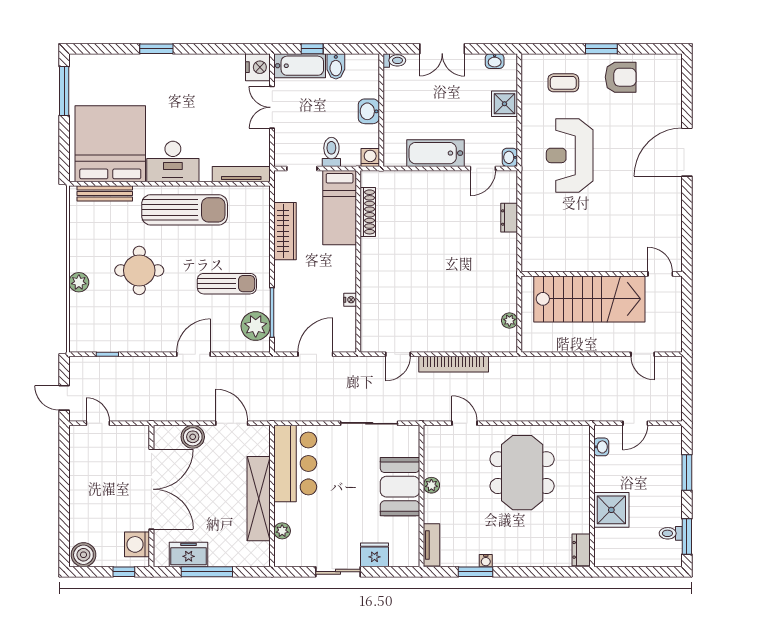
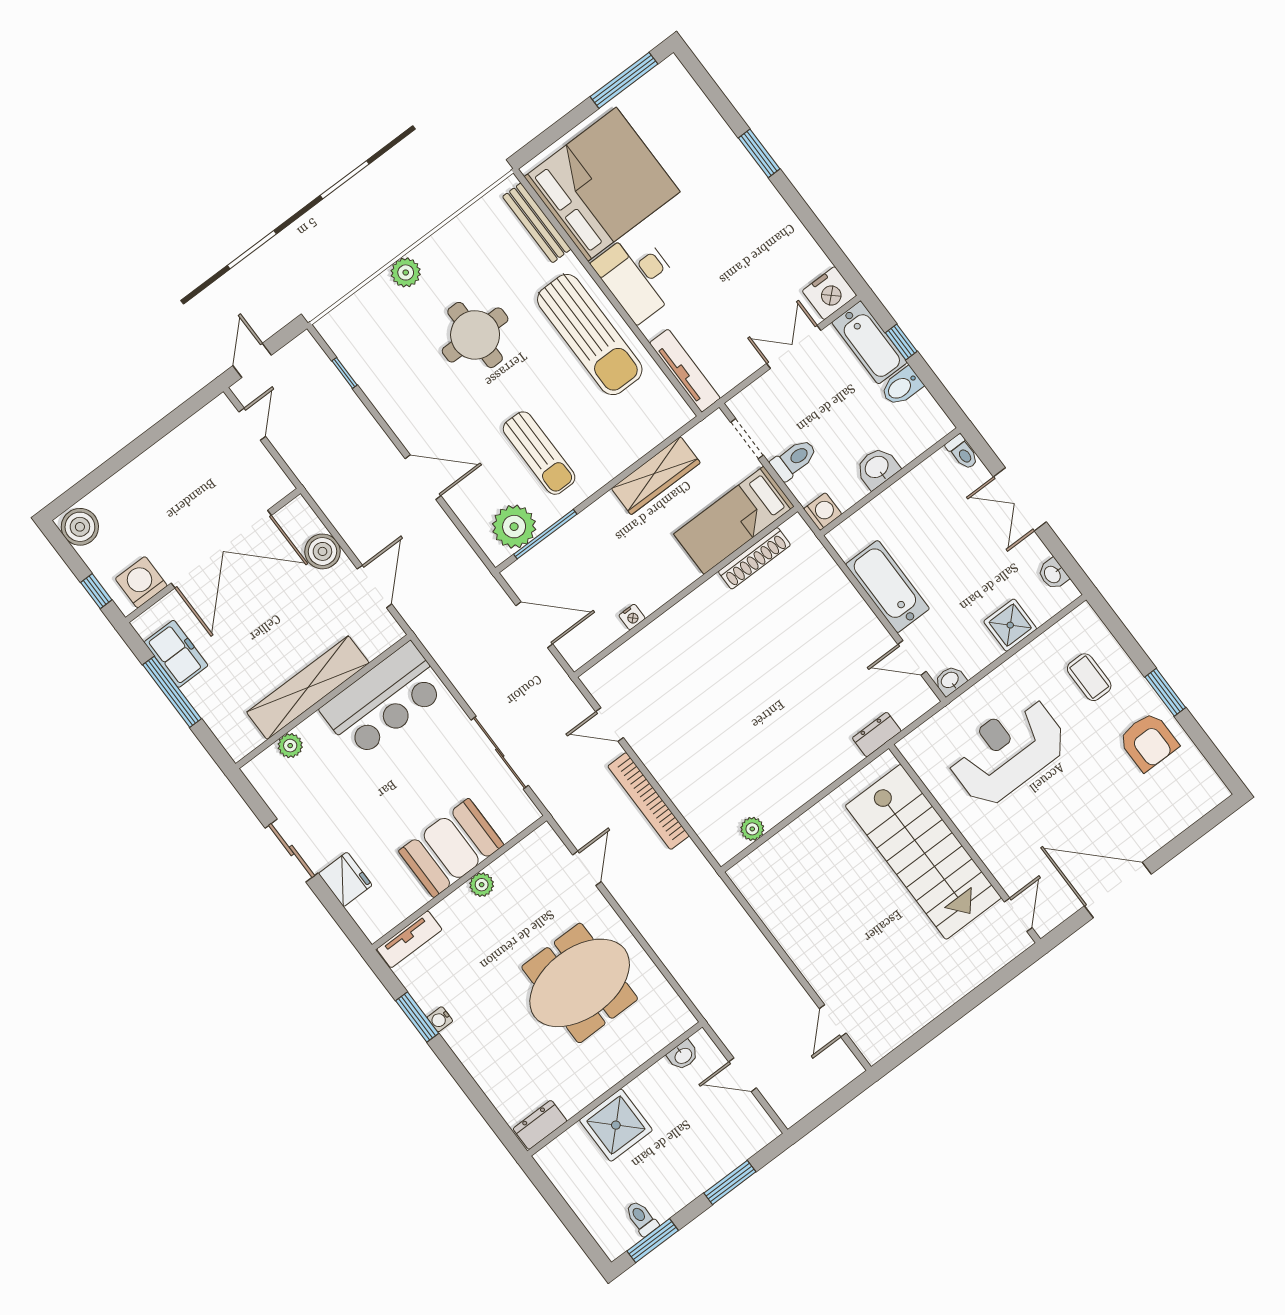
wall: (602, 274) -> (965, 844), moved
door: (660, 274) -> (1018, 915), moved
stairs: (589, 299) -> (923, 852), moved

